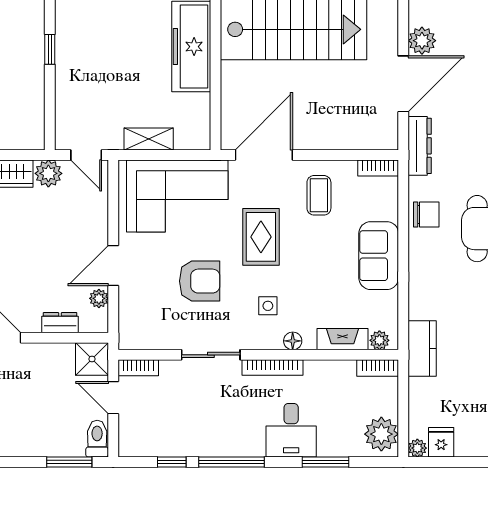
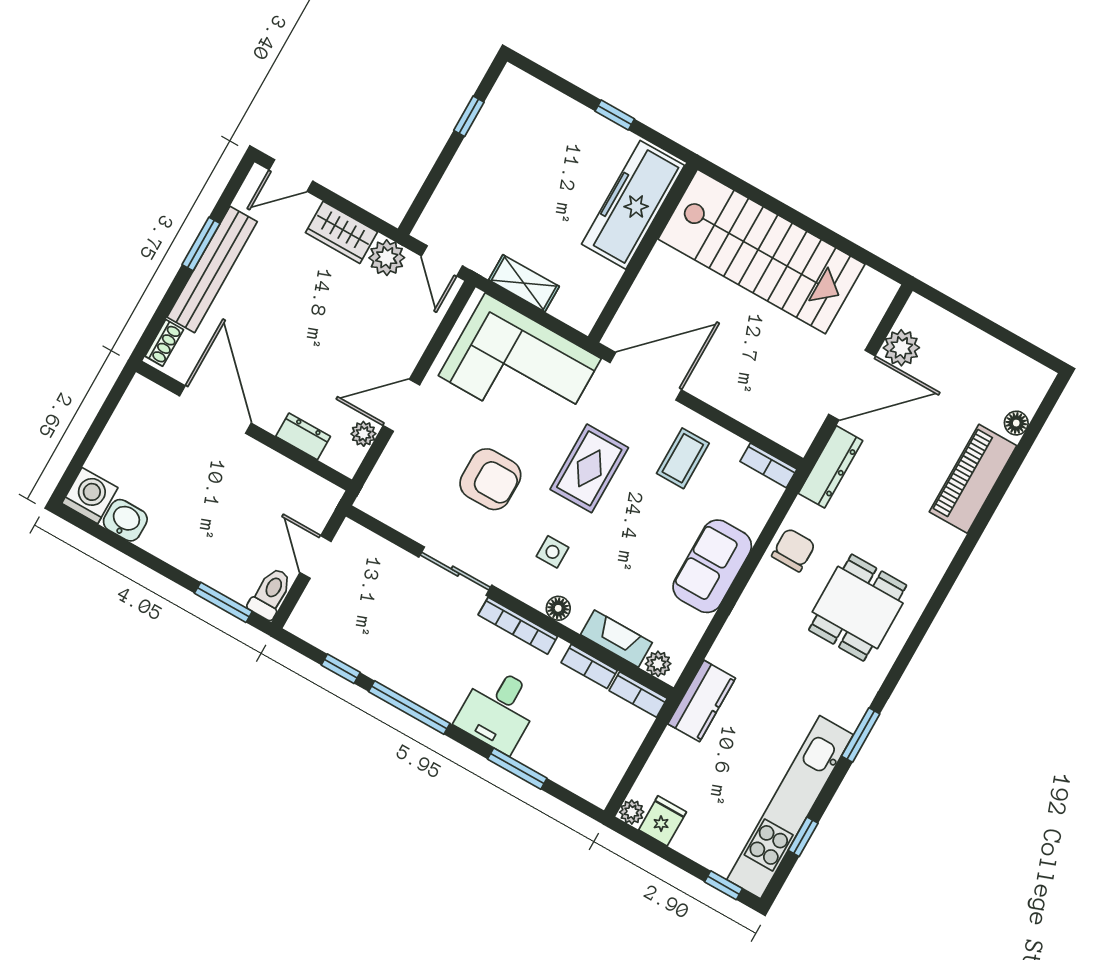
chair: (426, 215) -> (793, 550), turned -90
shower: (92, 359) -> (316, 499), removed
bookcase: (138, 368) -> (589, 666), moved
plant: (381, 434) -> (599, 773), removed

